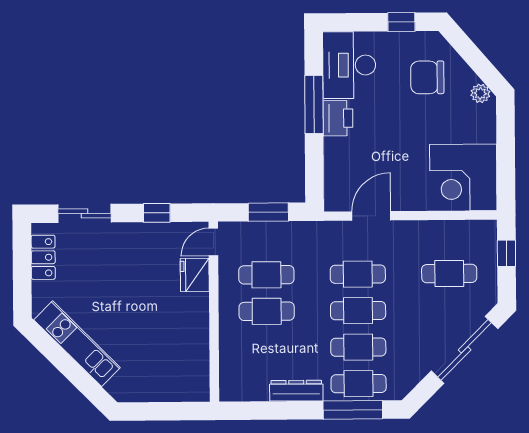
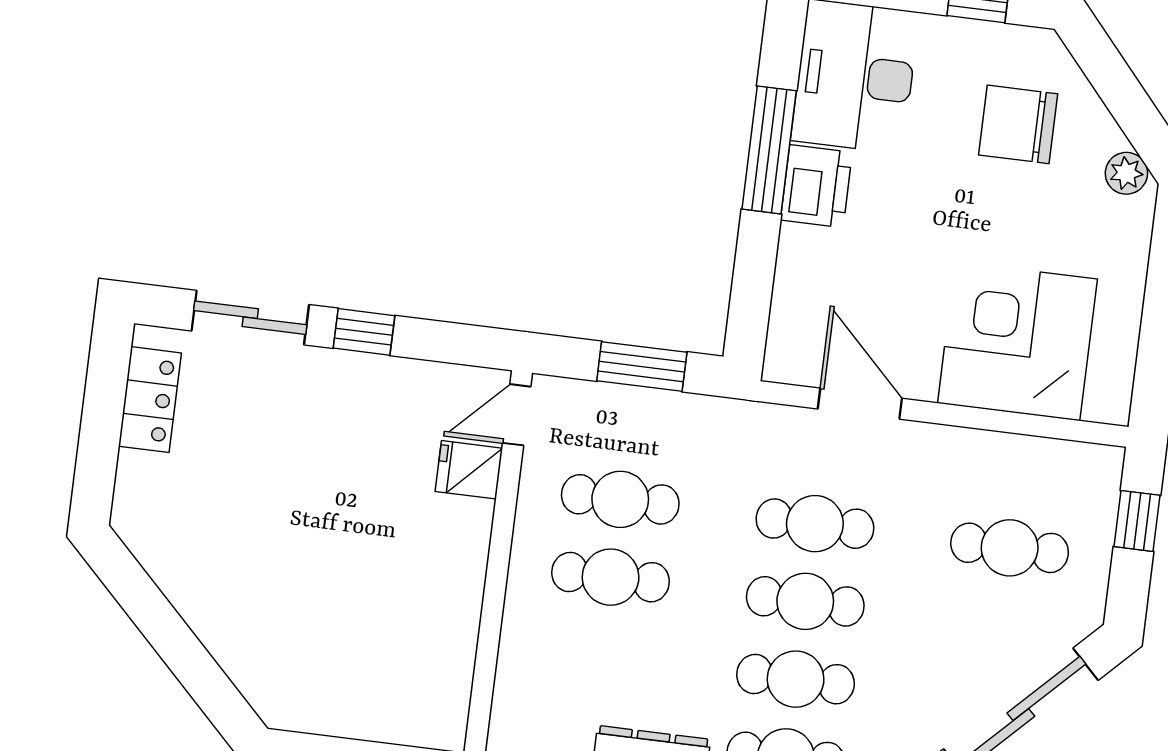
corner desk: (463, 177) -> (1017, 341), moved, turned 90
window: (157, 213) -> (364, 332), moved
door: (371, 216) -> (860, 404), hinge flipped
fridge: (195, 275) -> (469, 470), width x0.72
kitchen unit: (77, 344) -> (198, 593), removed

